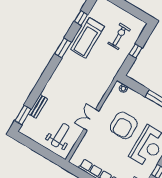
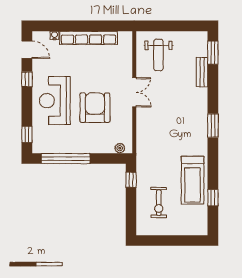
treadmill: (87, 38) -> (193, 180), turned 180
window: (63, 48) -> (213, 126), moved
window: (136, 51) -> (131, 180), moved

